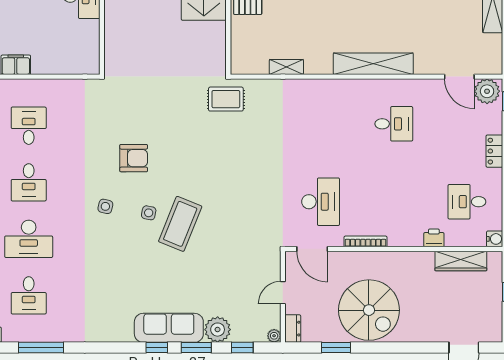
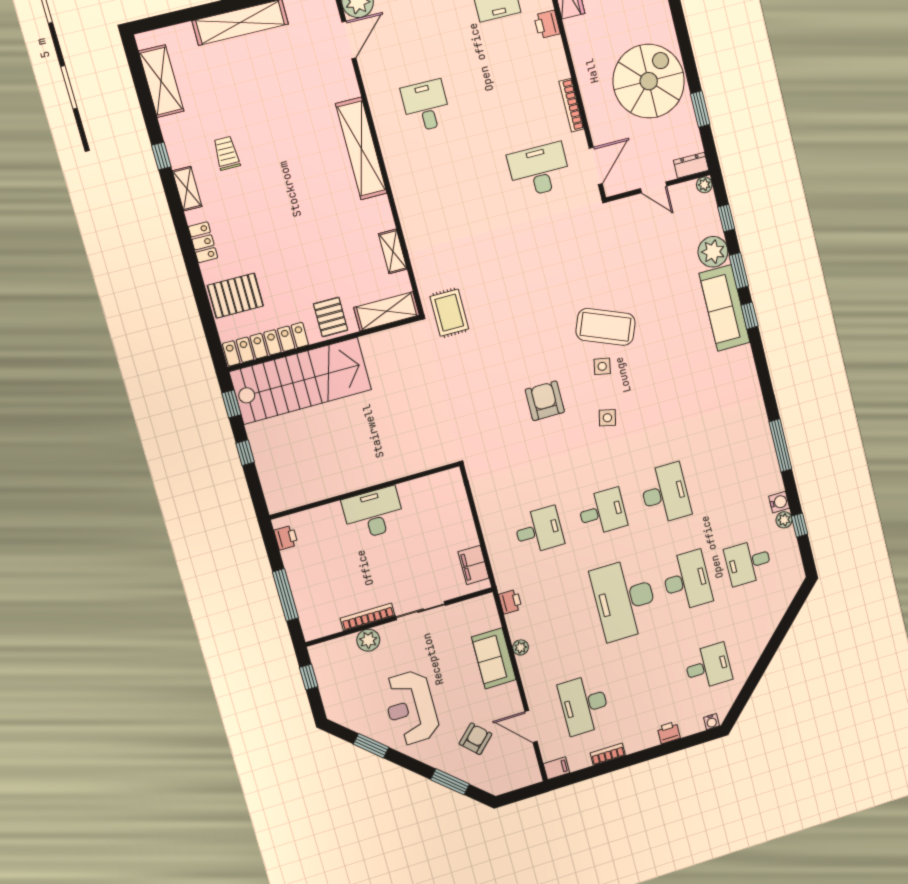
shelving: (240, 49) -> (387, 311), added
desk: (29, 126) -> (539, 530), turned 180
desk: (29, 295) -> (727, 476), removed

